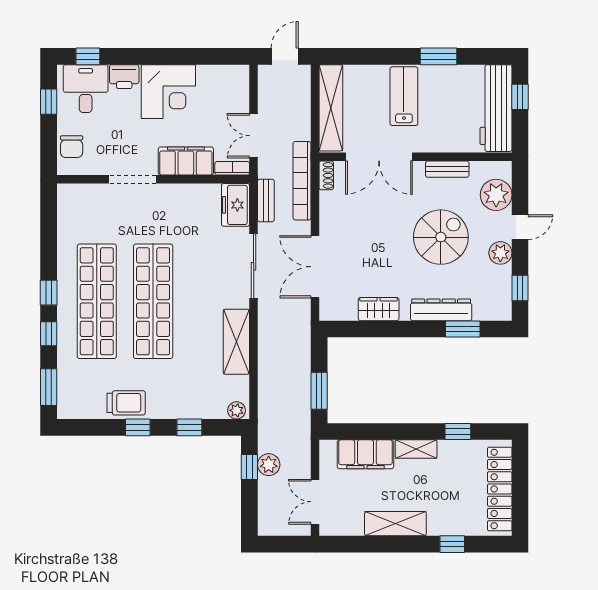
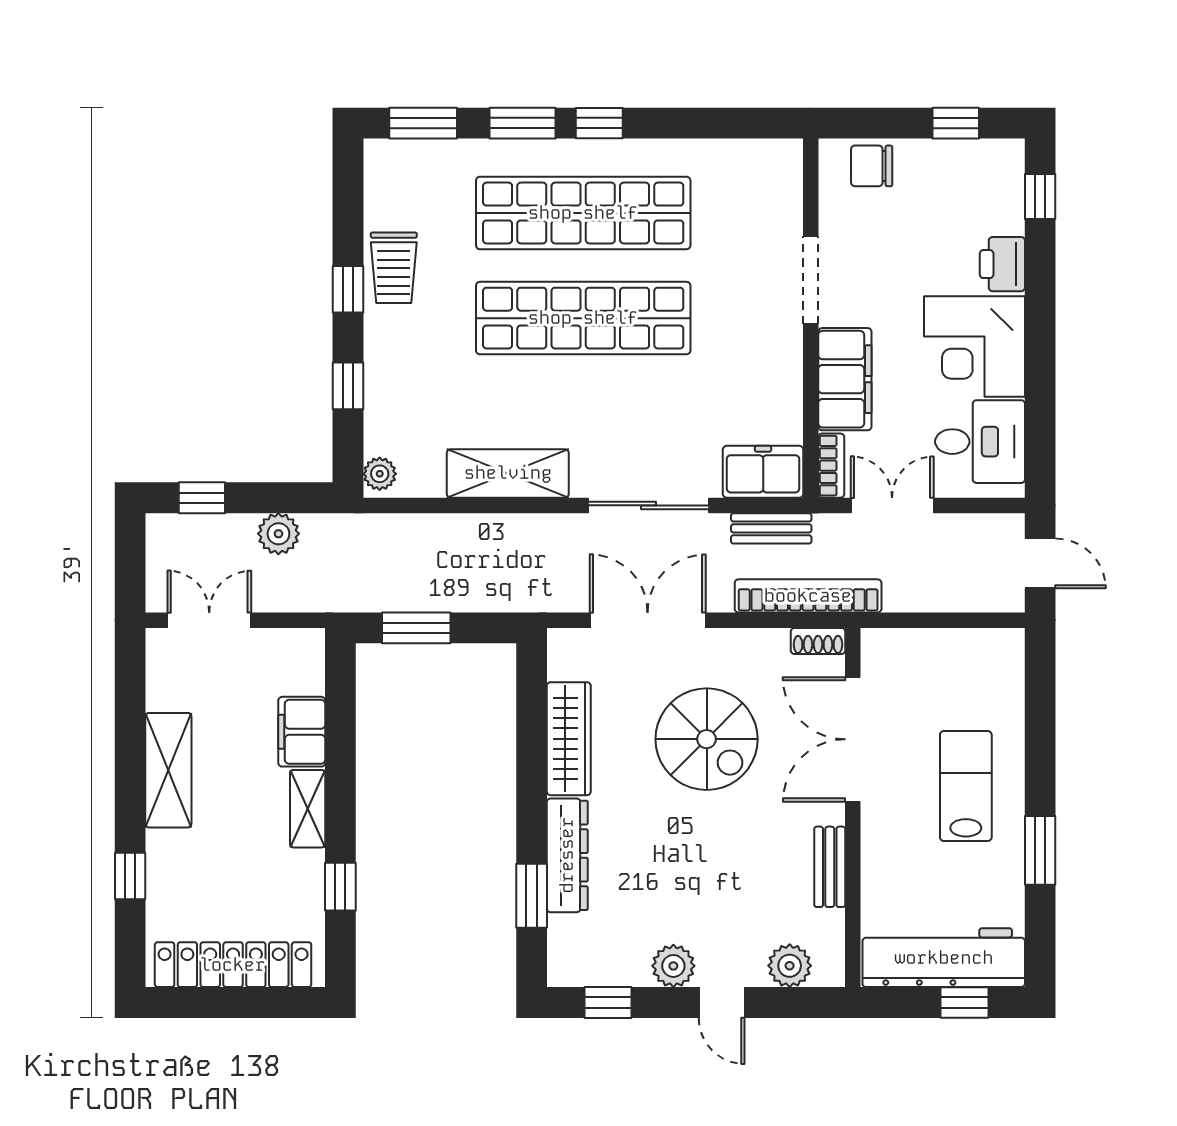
desk: (86, 89) -> (980, 442), moved
lab bench: (404, 96) -> (966, 786), turned -90
shelving: (331, 108) -> (944, 650), removed
plant: (496, 195) -> (790, 966), width x0.73, depth x0.73
spiral stairs: (441, 237) -> (707, 739), moved
wardrobe: (379, 309) -> (569, 739), width x1.50
window: (49, 334) -> (523, 123), width x1.50
filing cabinet: (365, 454) -> (302, 732), width x0.67, depth x0.86
window: (249, 467) -> (202, 498), moved

